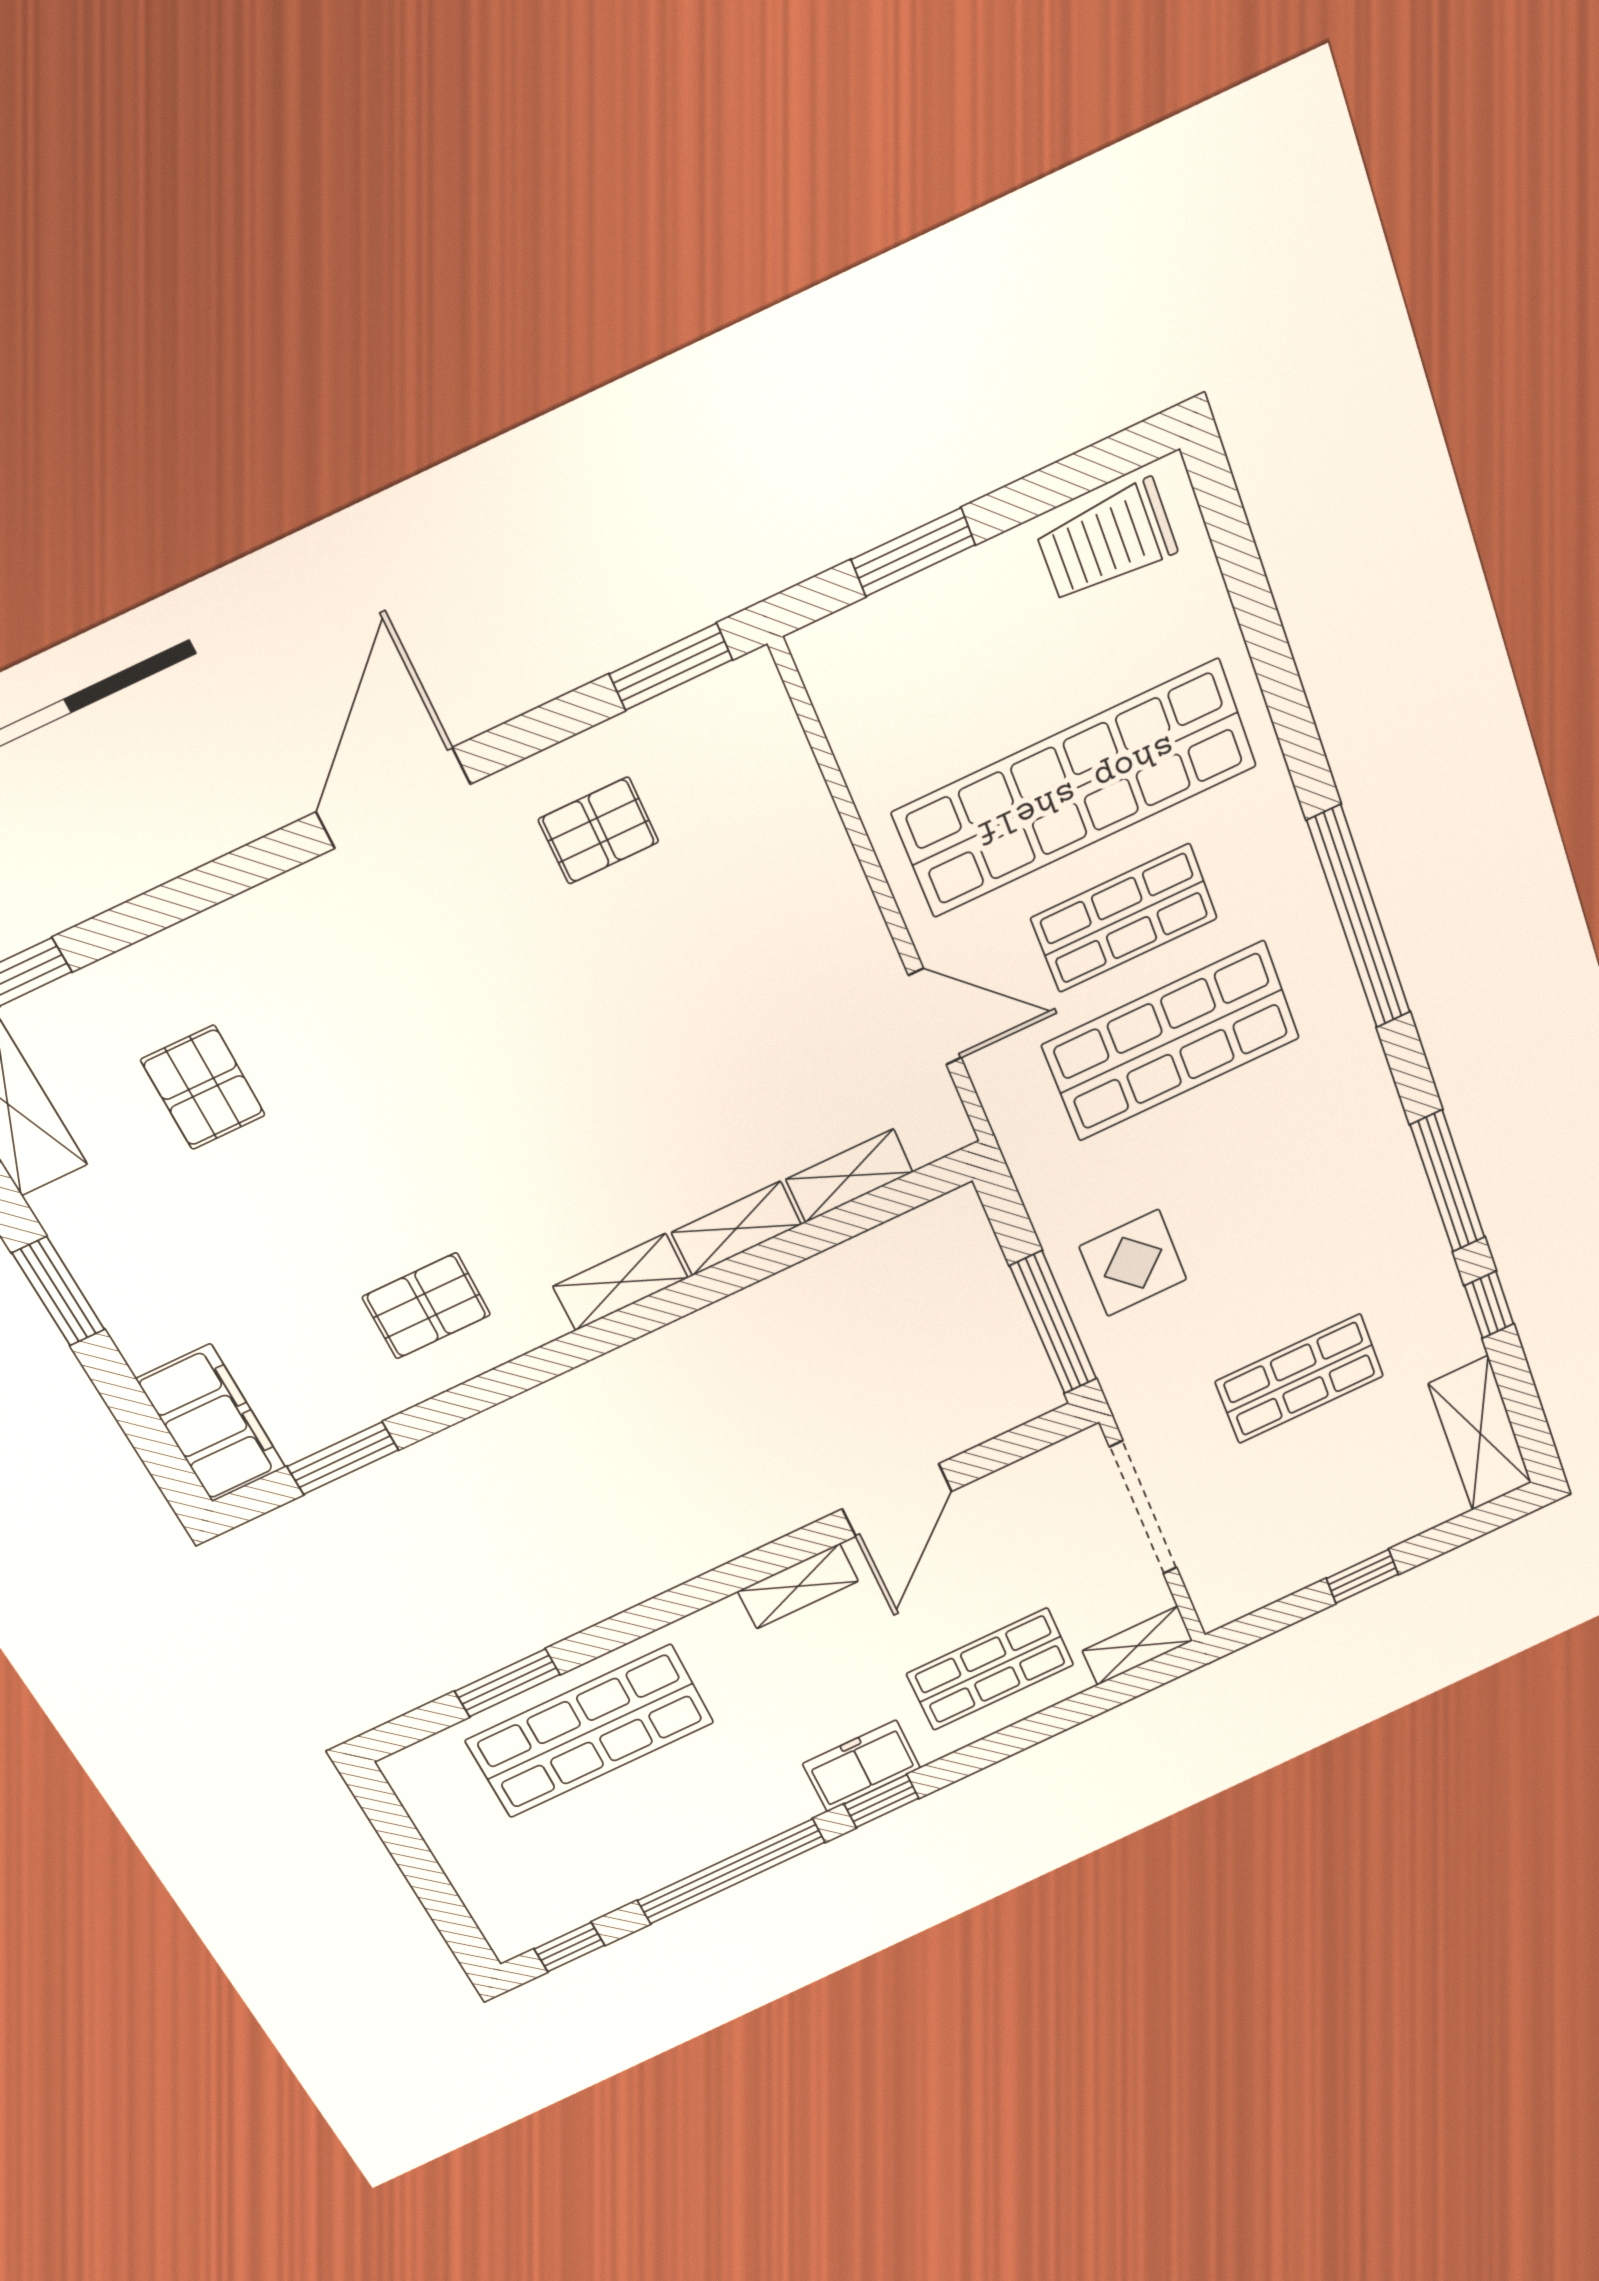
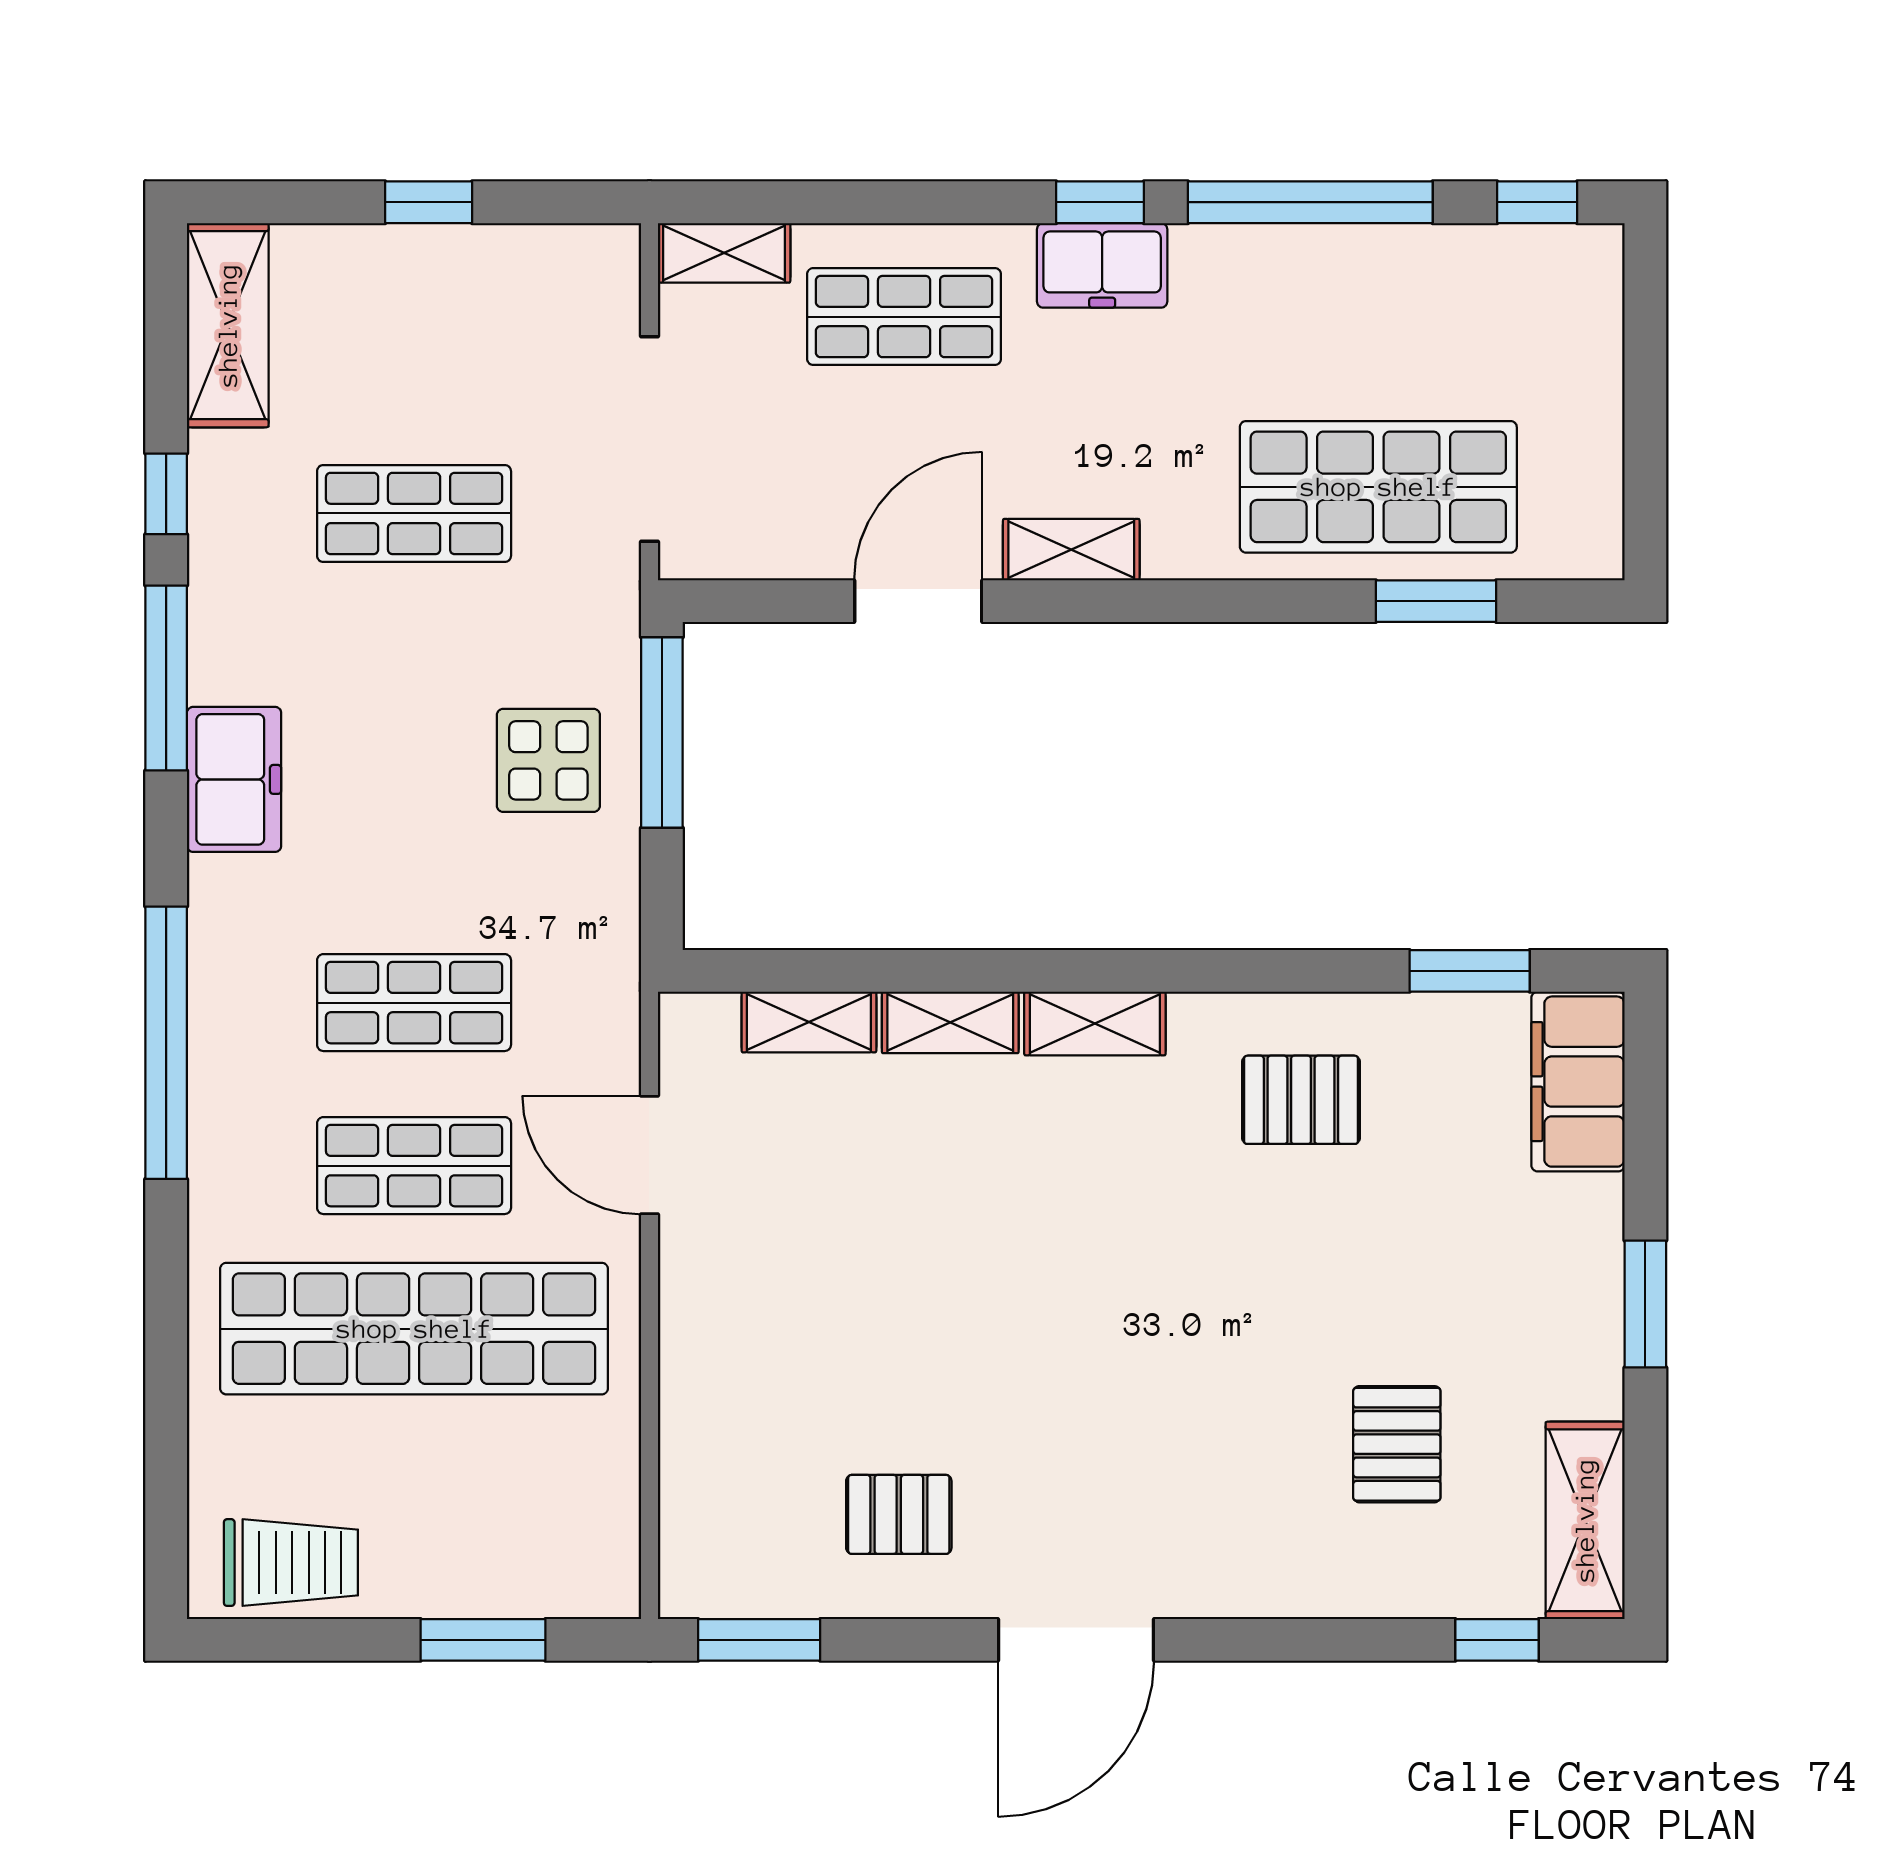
shop shelf: (1171, 1041) -> (414, 1003), width x0.70, depth x0.74
freezer: (1371, 1136) -> (234, 779), added

